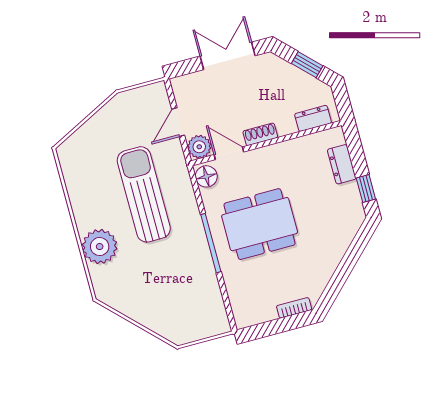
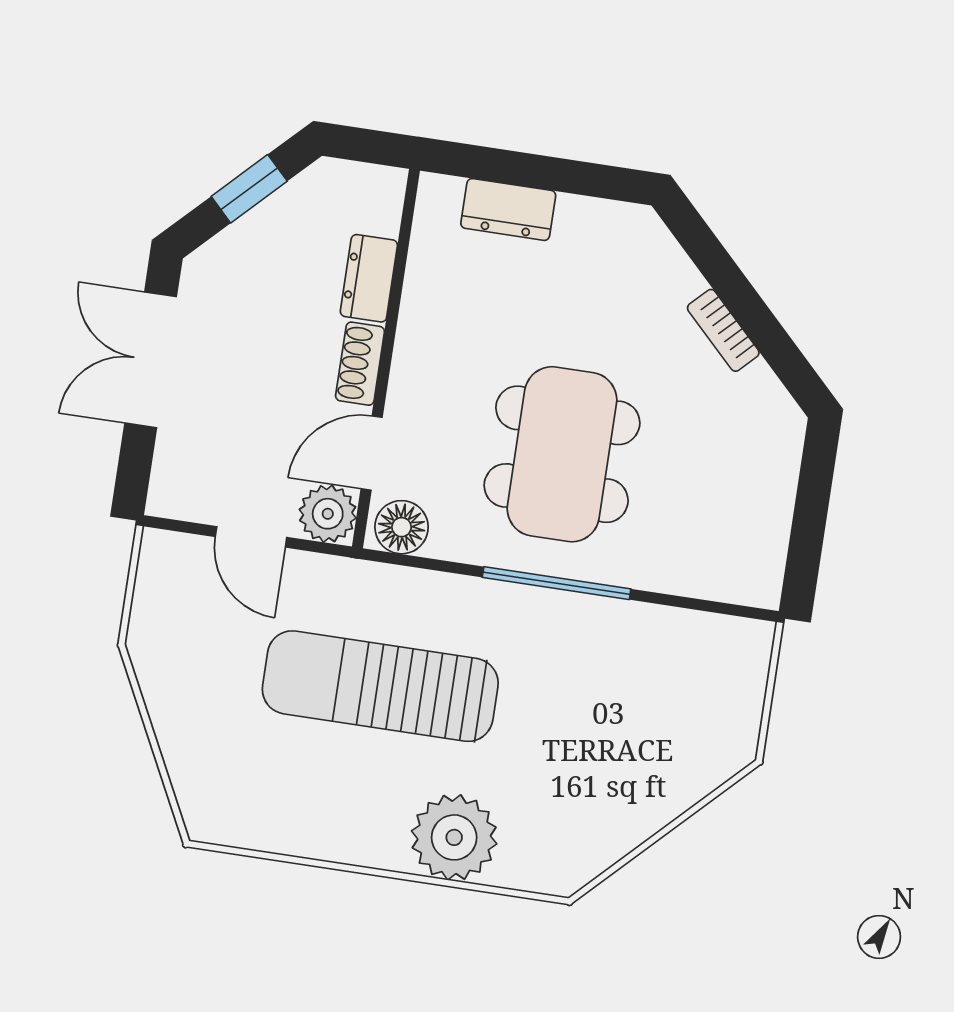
dresser: (313, 118) -> (369, 278), moved
window: (366, 188) -> (587, 179), removed
bookcase: (294, 308) -> (723, 330), moved, turned -45

